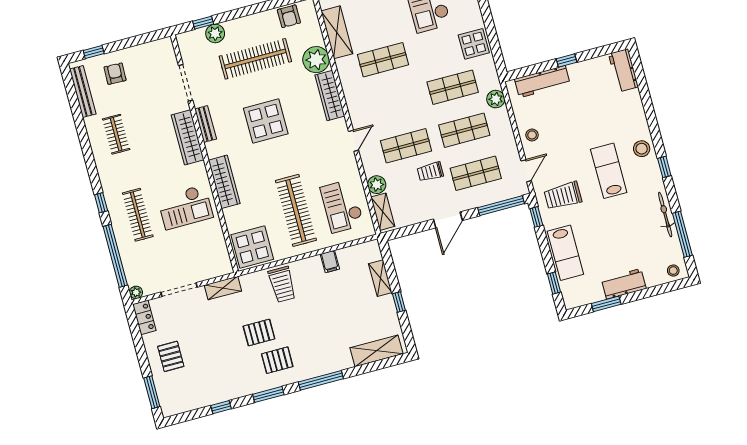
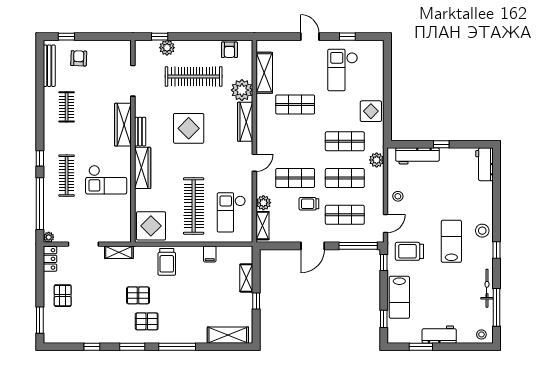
bench: (206, 124) -> (140, 132), moved

